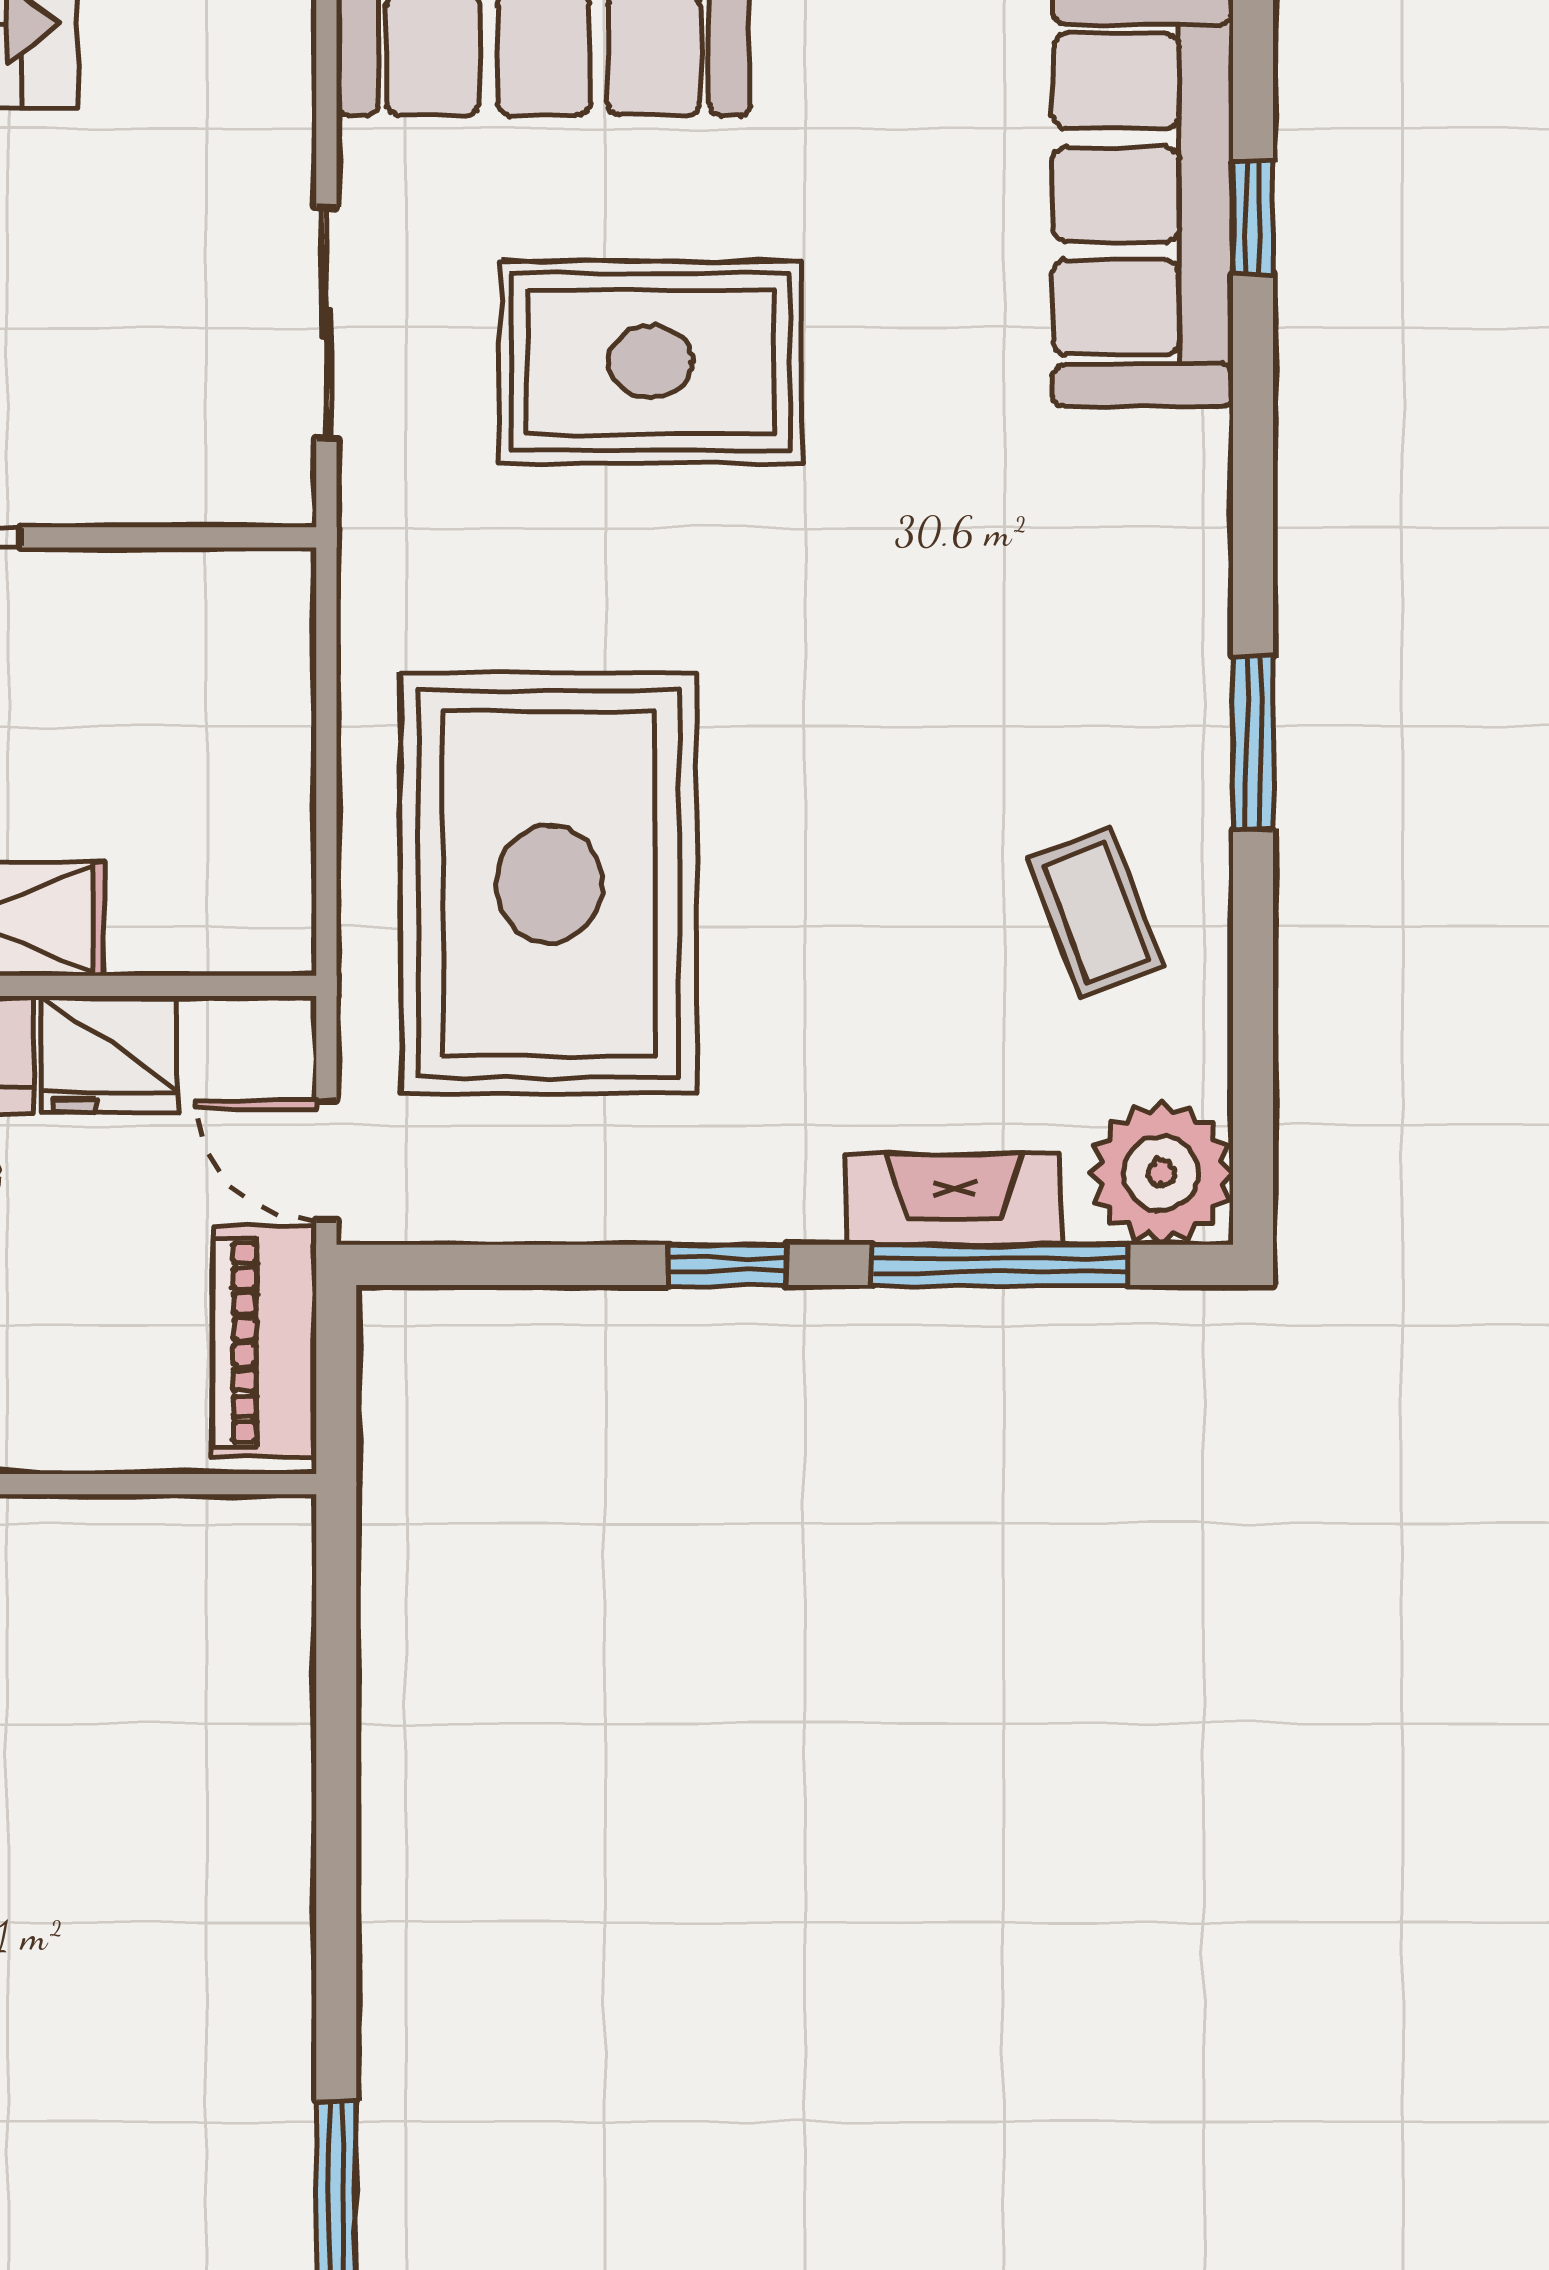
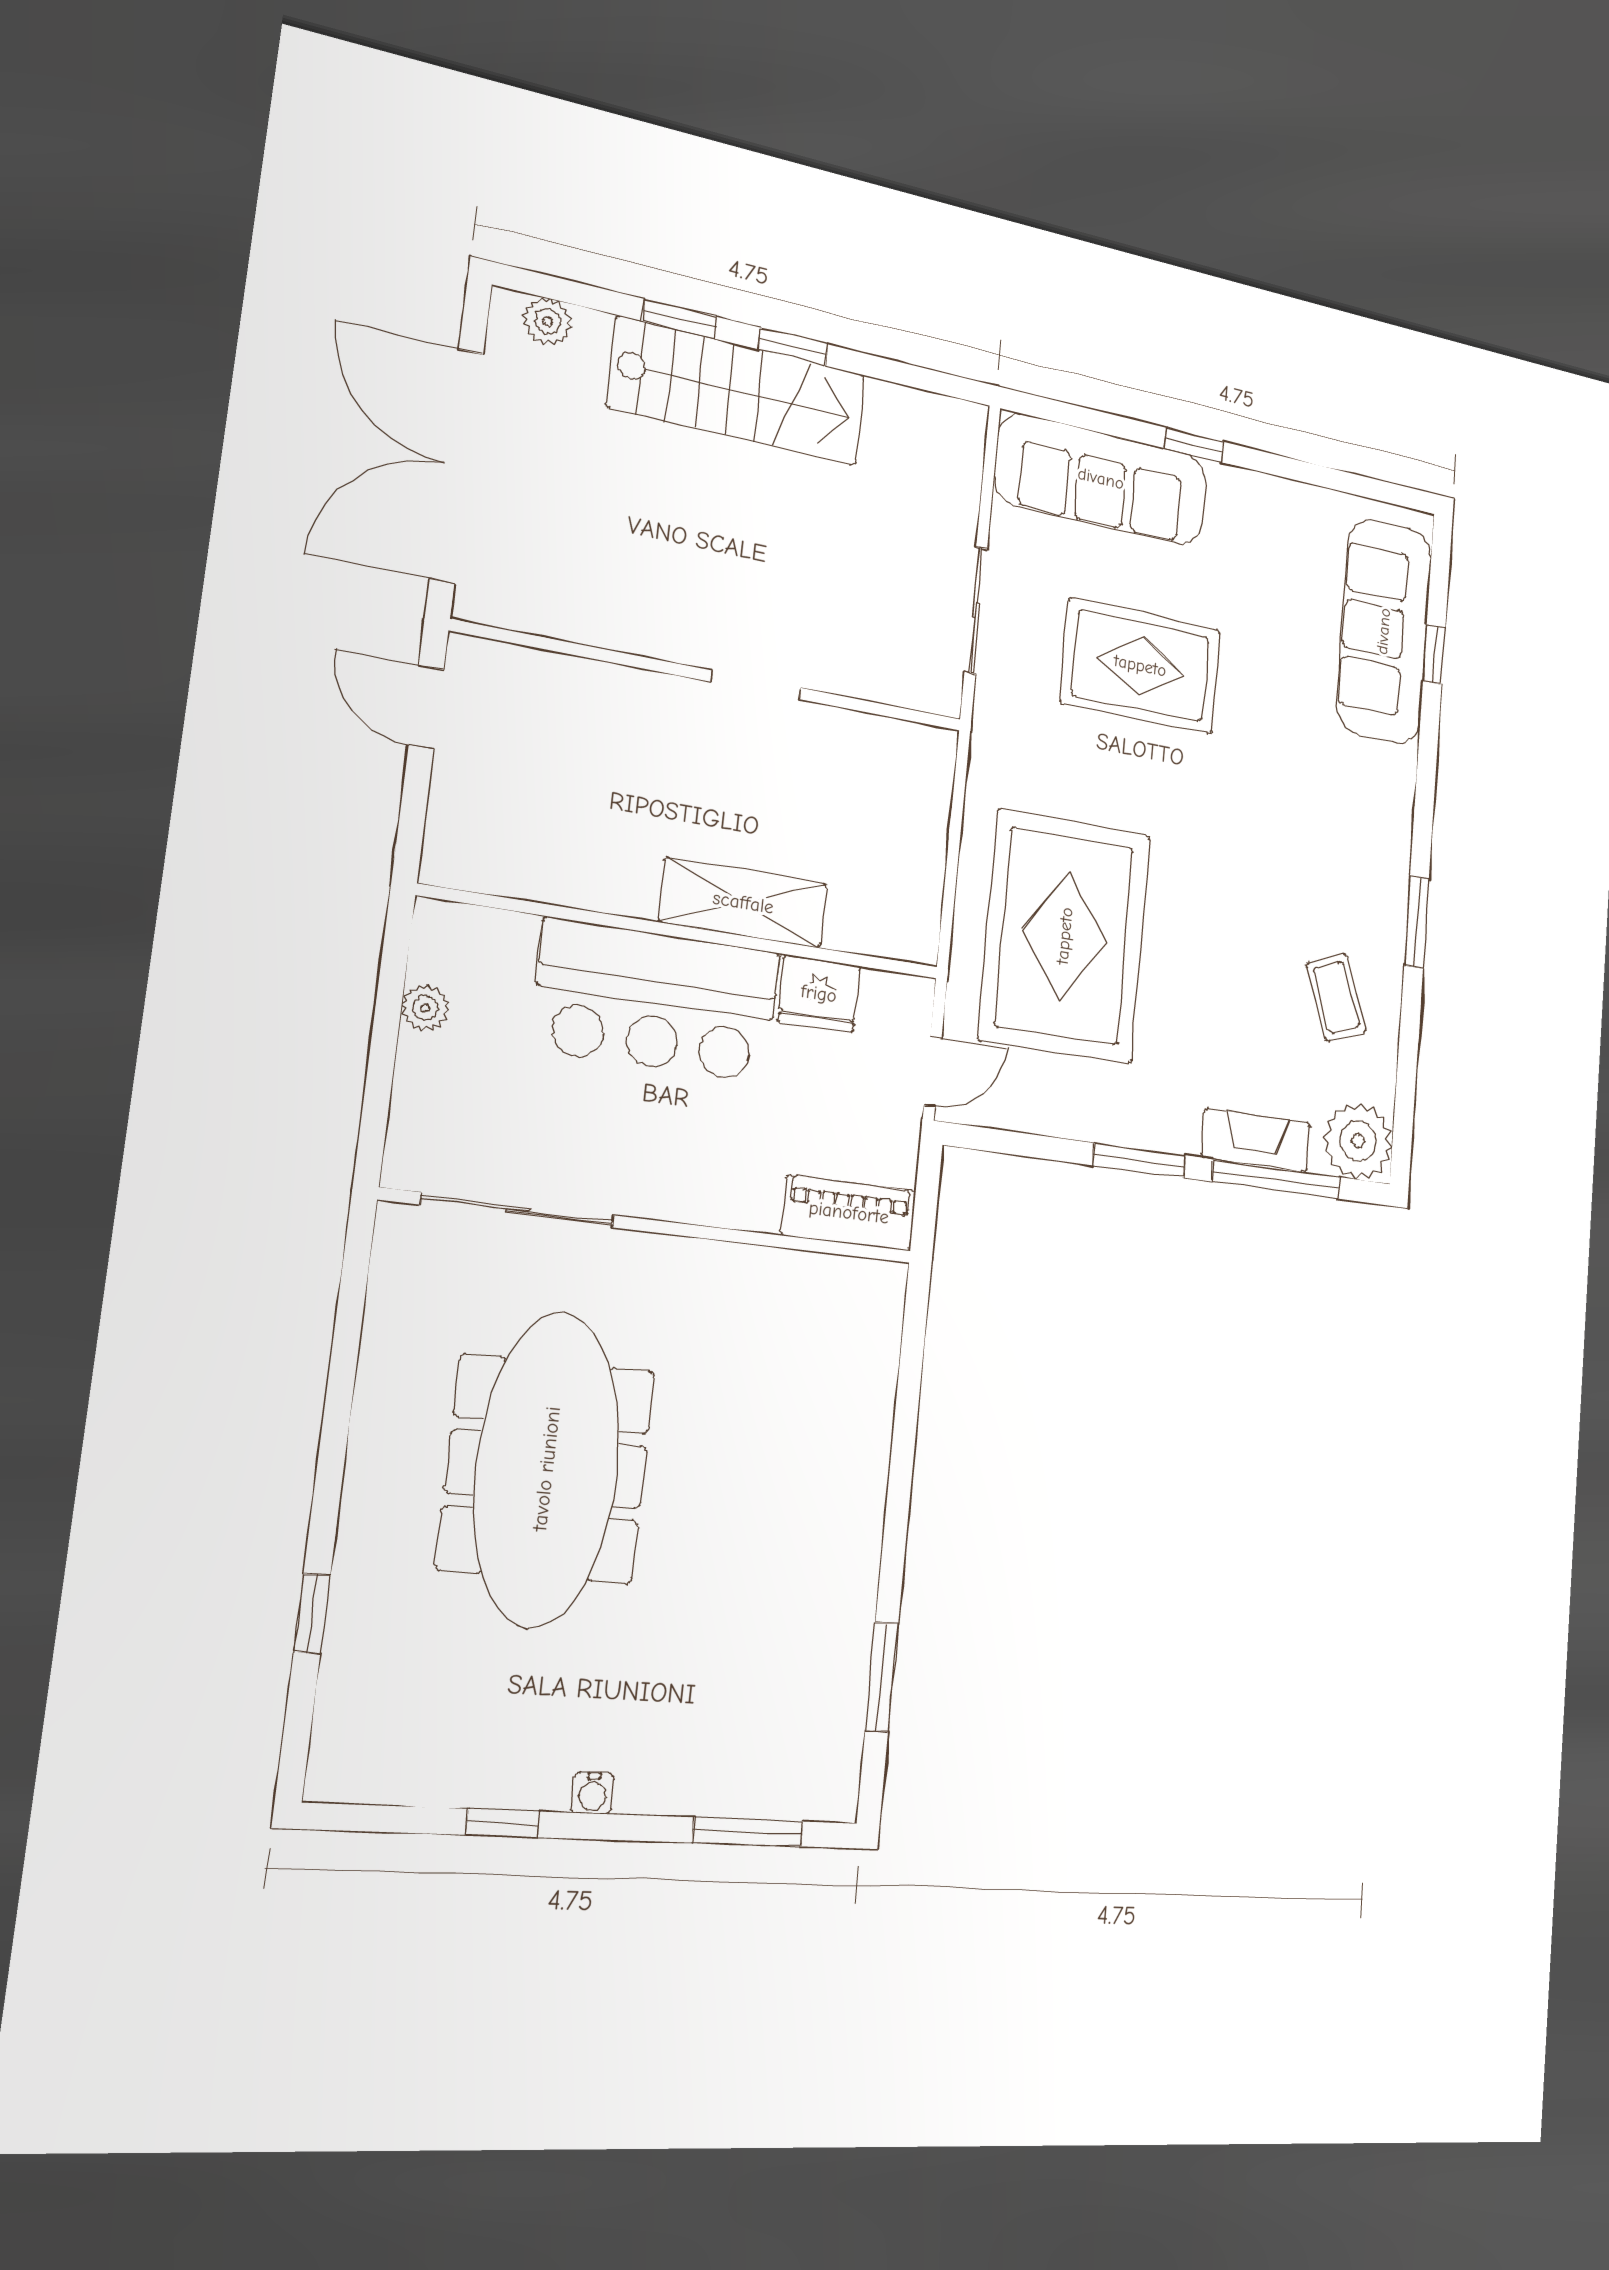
door: (326, 1160) -> (933, 1072), swing flipped
window: (727, 1265) -> (1139, 1161), width x1.50
piano: (264, 1342) -> (849, 1213), moved, turned 90

